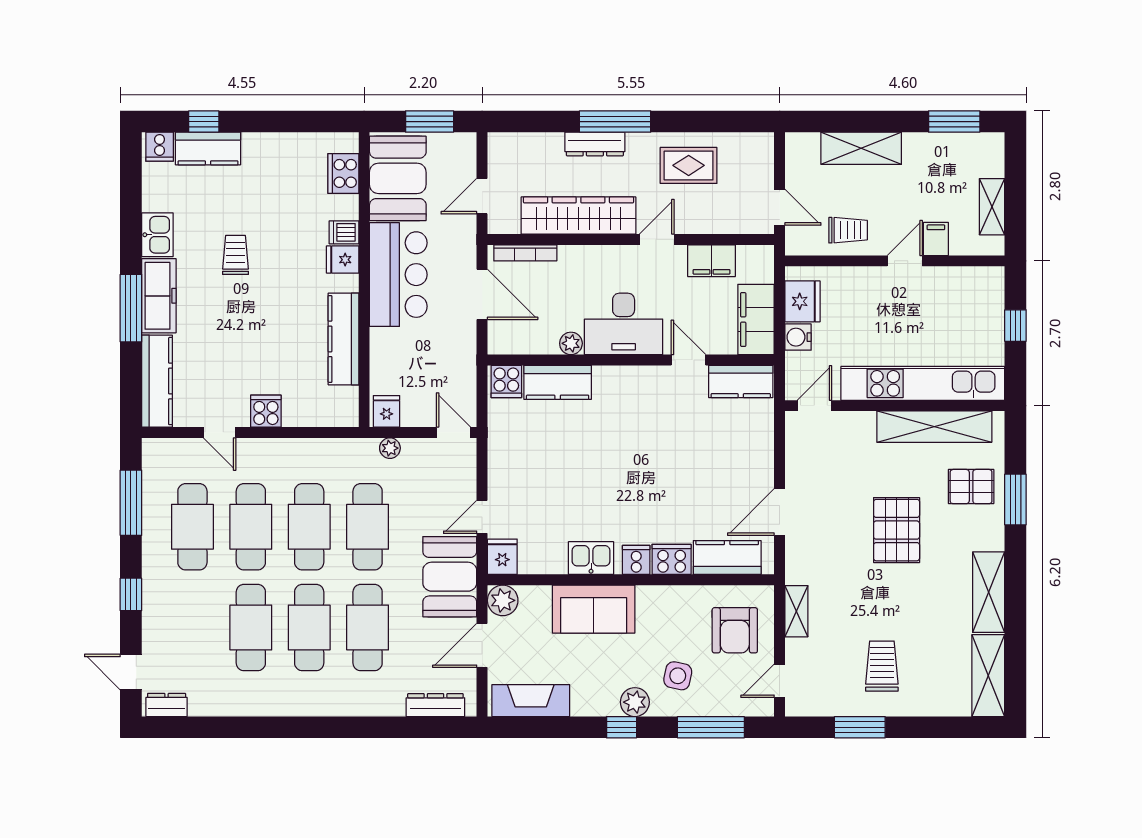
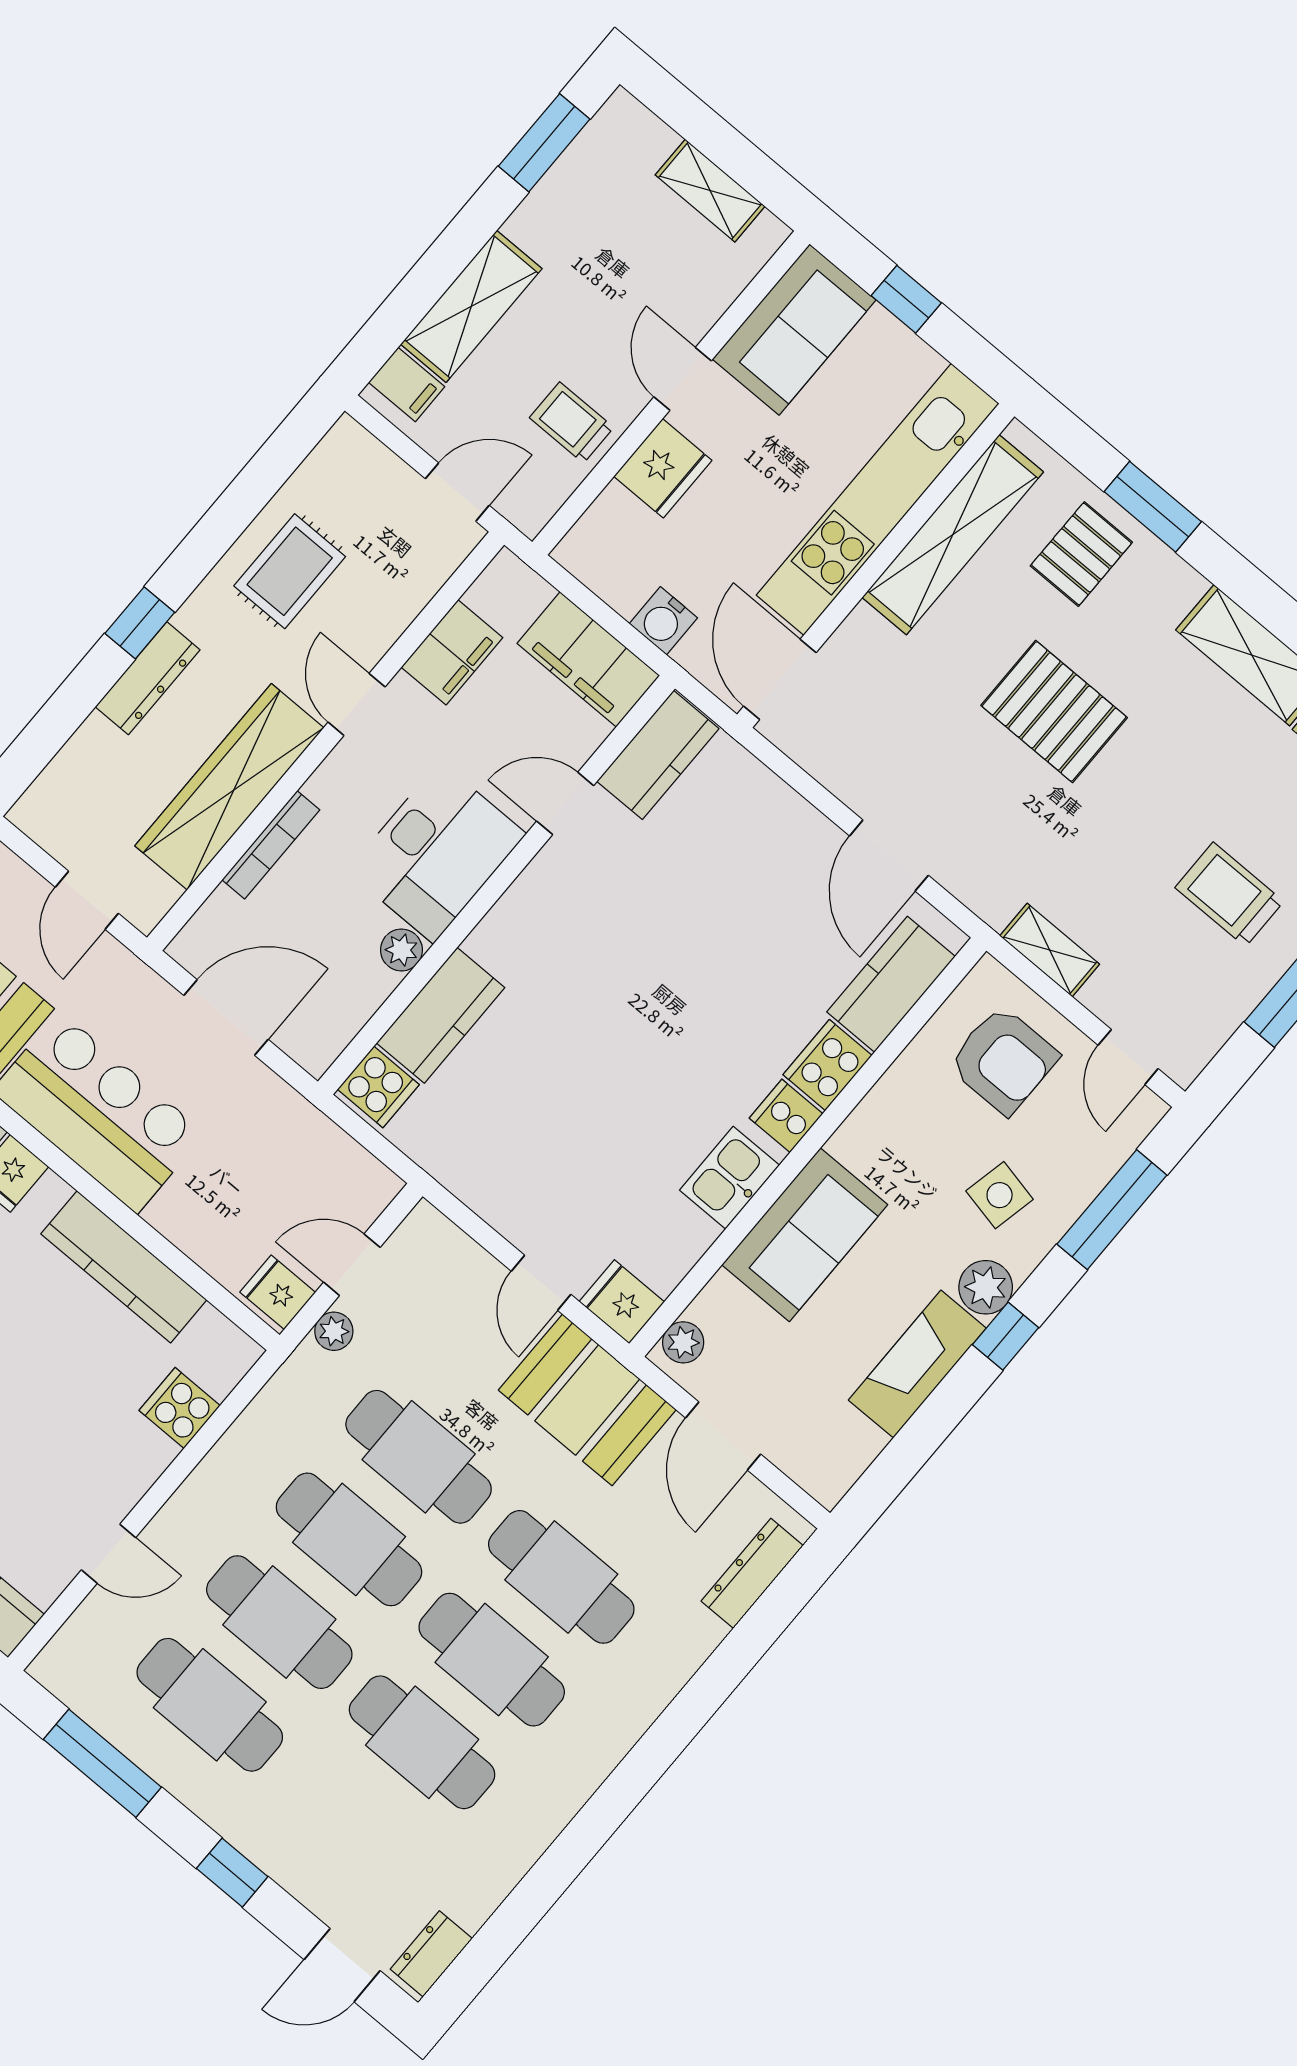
window: (615, 122) -> (140, 623), width x0.46
trolley: (848, 230) -> (572, 423), turned -90
filing cabinet: (936, 239) -> (407, 385), moved, turned 180
bookcase: (525, 253) -> (271, 845), moved
sofa: (964, 290) -> (794, 330), added
fridge: (803, 301) -> (663, 468), moved, turned 90
door: (814, 406) -> (780, 679), width x1.38
cooker: (266, 411) -> (180, 1408), moved
door: (454, 432) -> (352, 1265), moved
plant: (503, 600) -> (683, 1342), width x0.73, depth x0.73
fireplace: (531, 701) -> (917, 1364), moved

